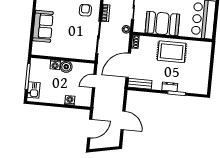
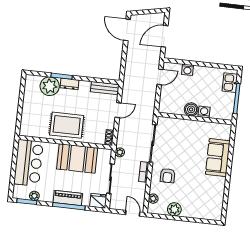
door: (128, 65) -> (118, 110), width x0.53
door: (94, 81) -> (160, 77), moved
plant: (187, 85) -> (50, 86), added
door: (123, 120) -> (127, 30), moved

